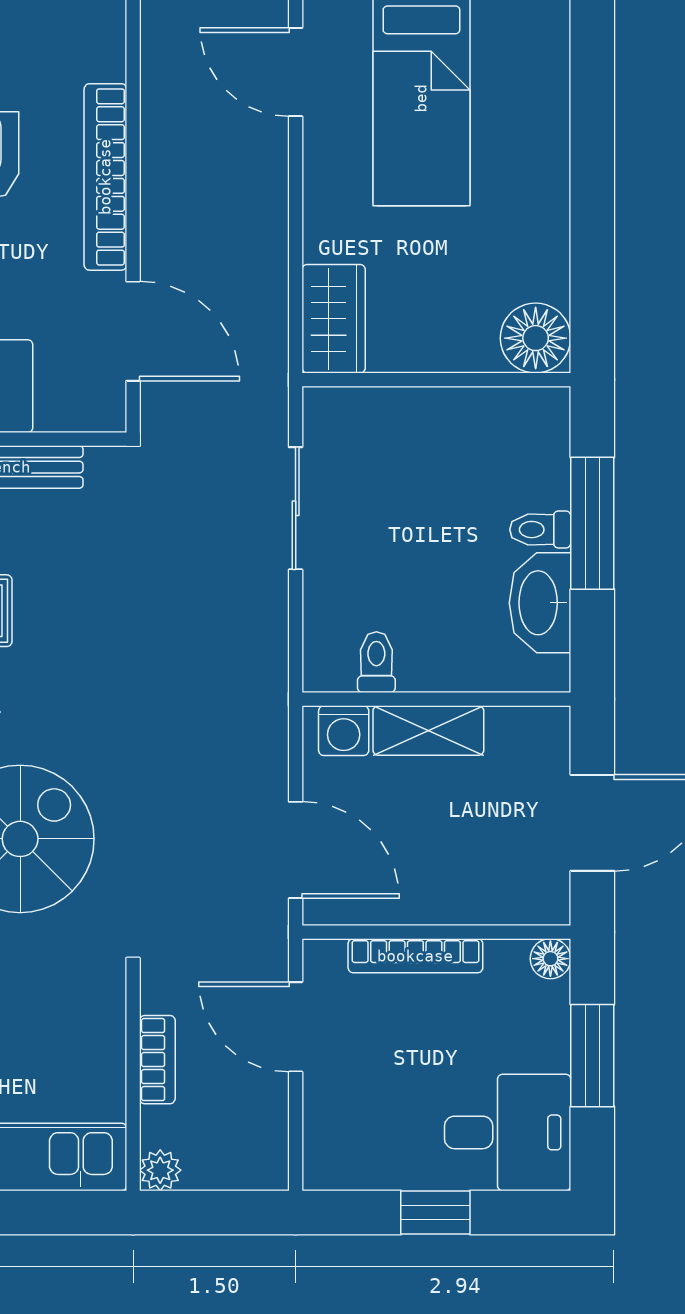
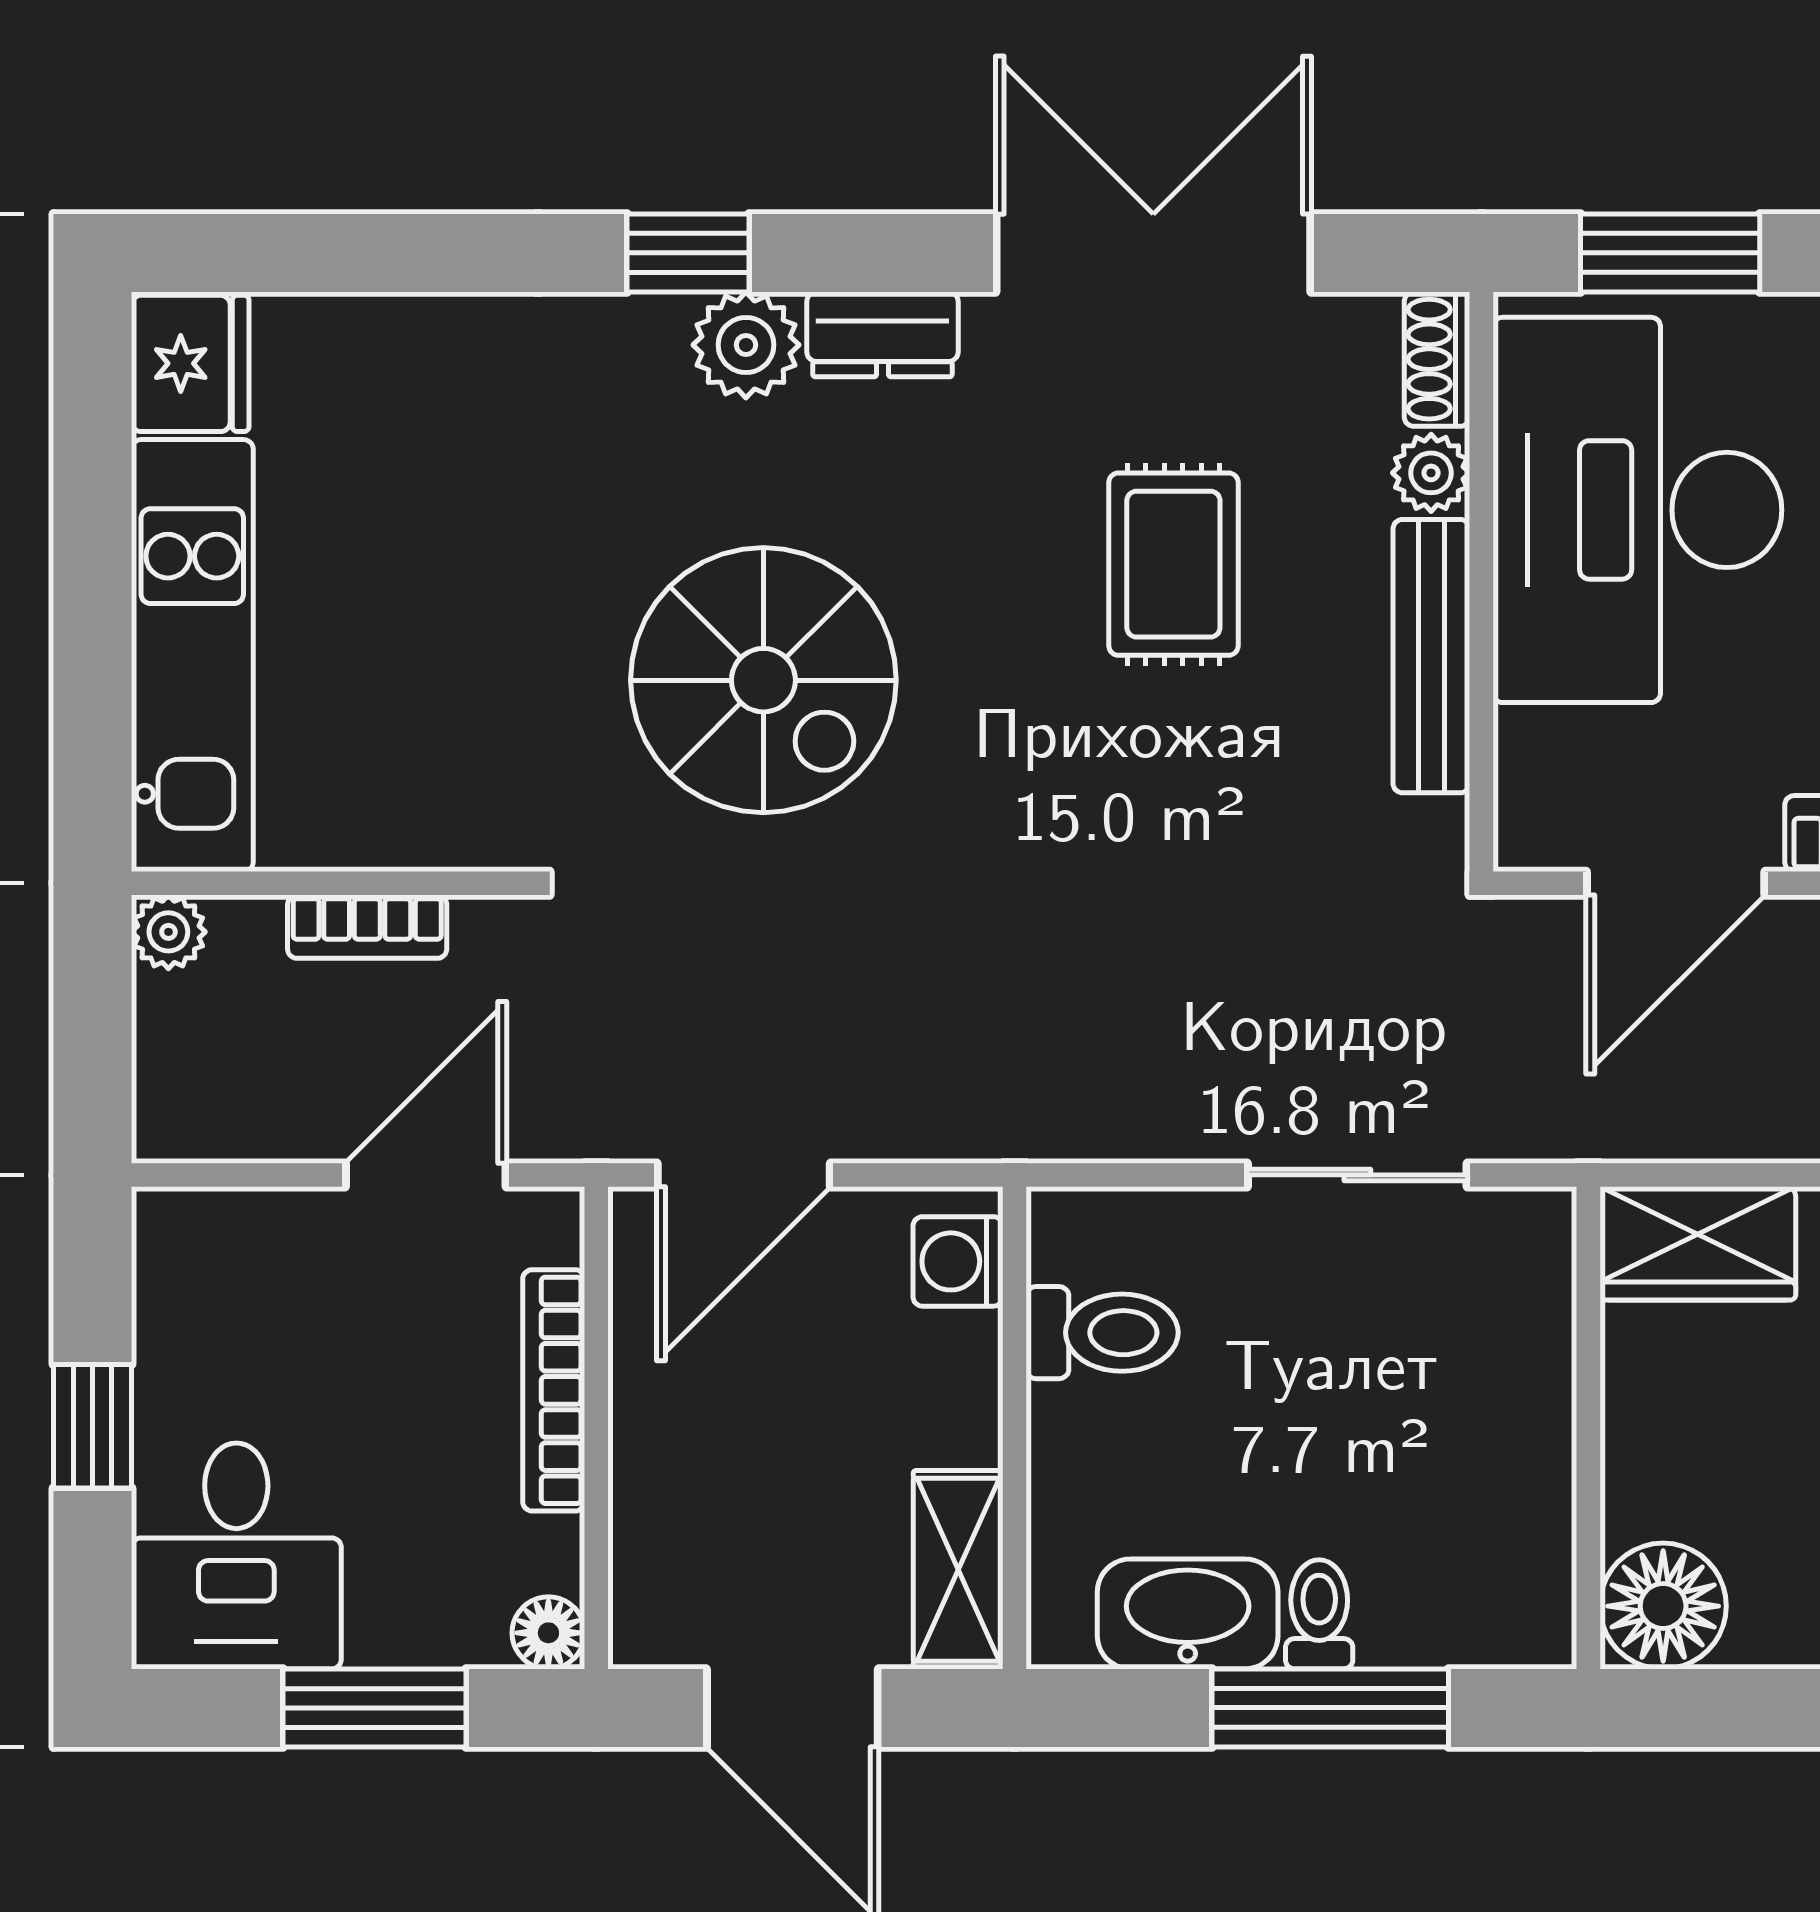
toilet: (376, 662) -> (1102, 1333), width x1.37, depth x1.39
shelving: (428, 731) -> (958, 1570), moved

